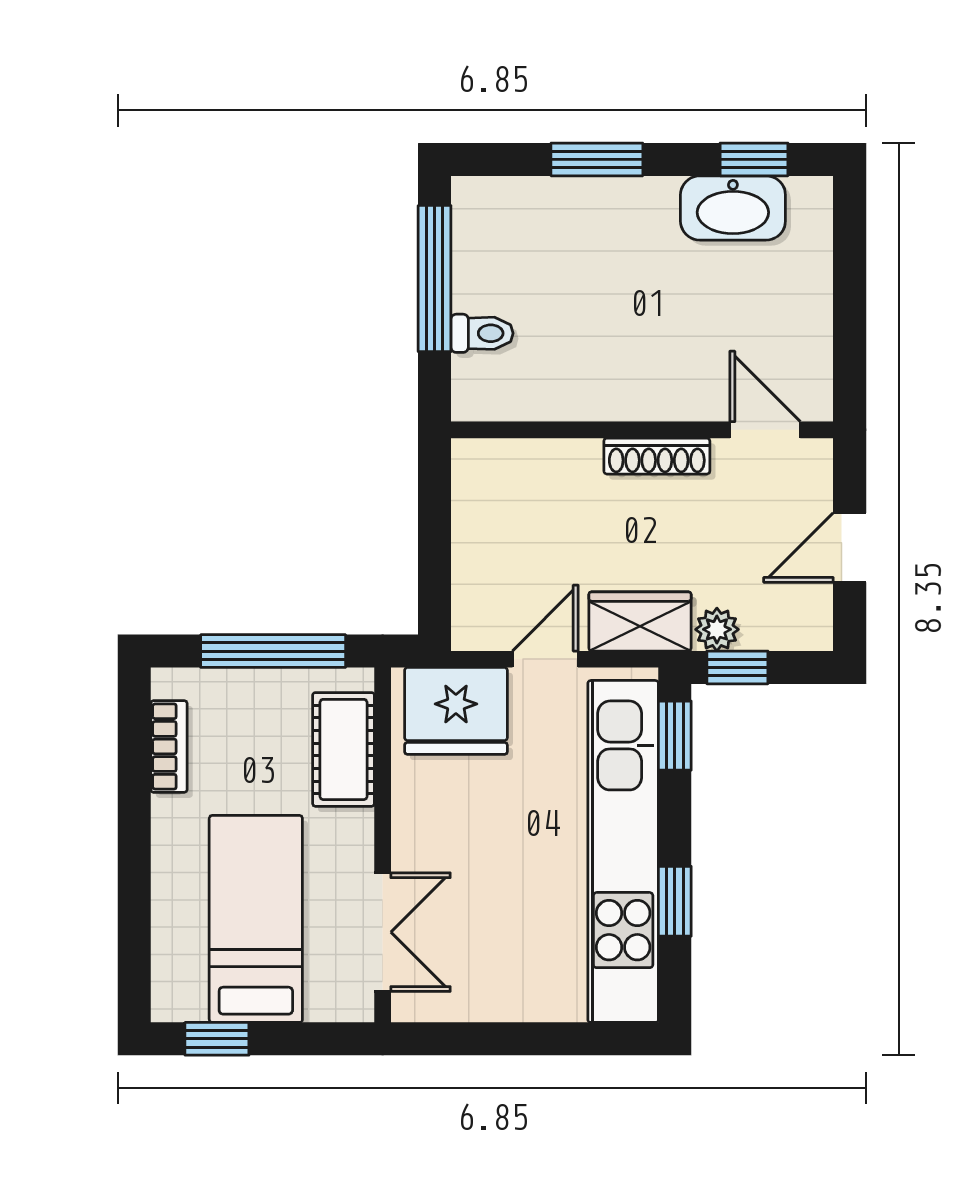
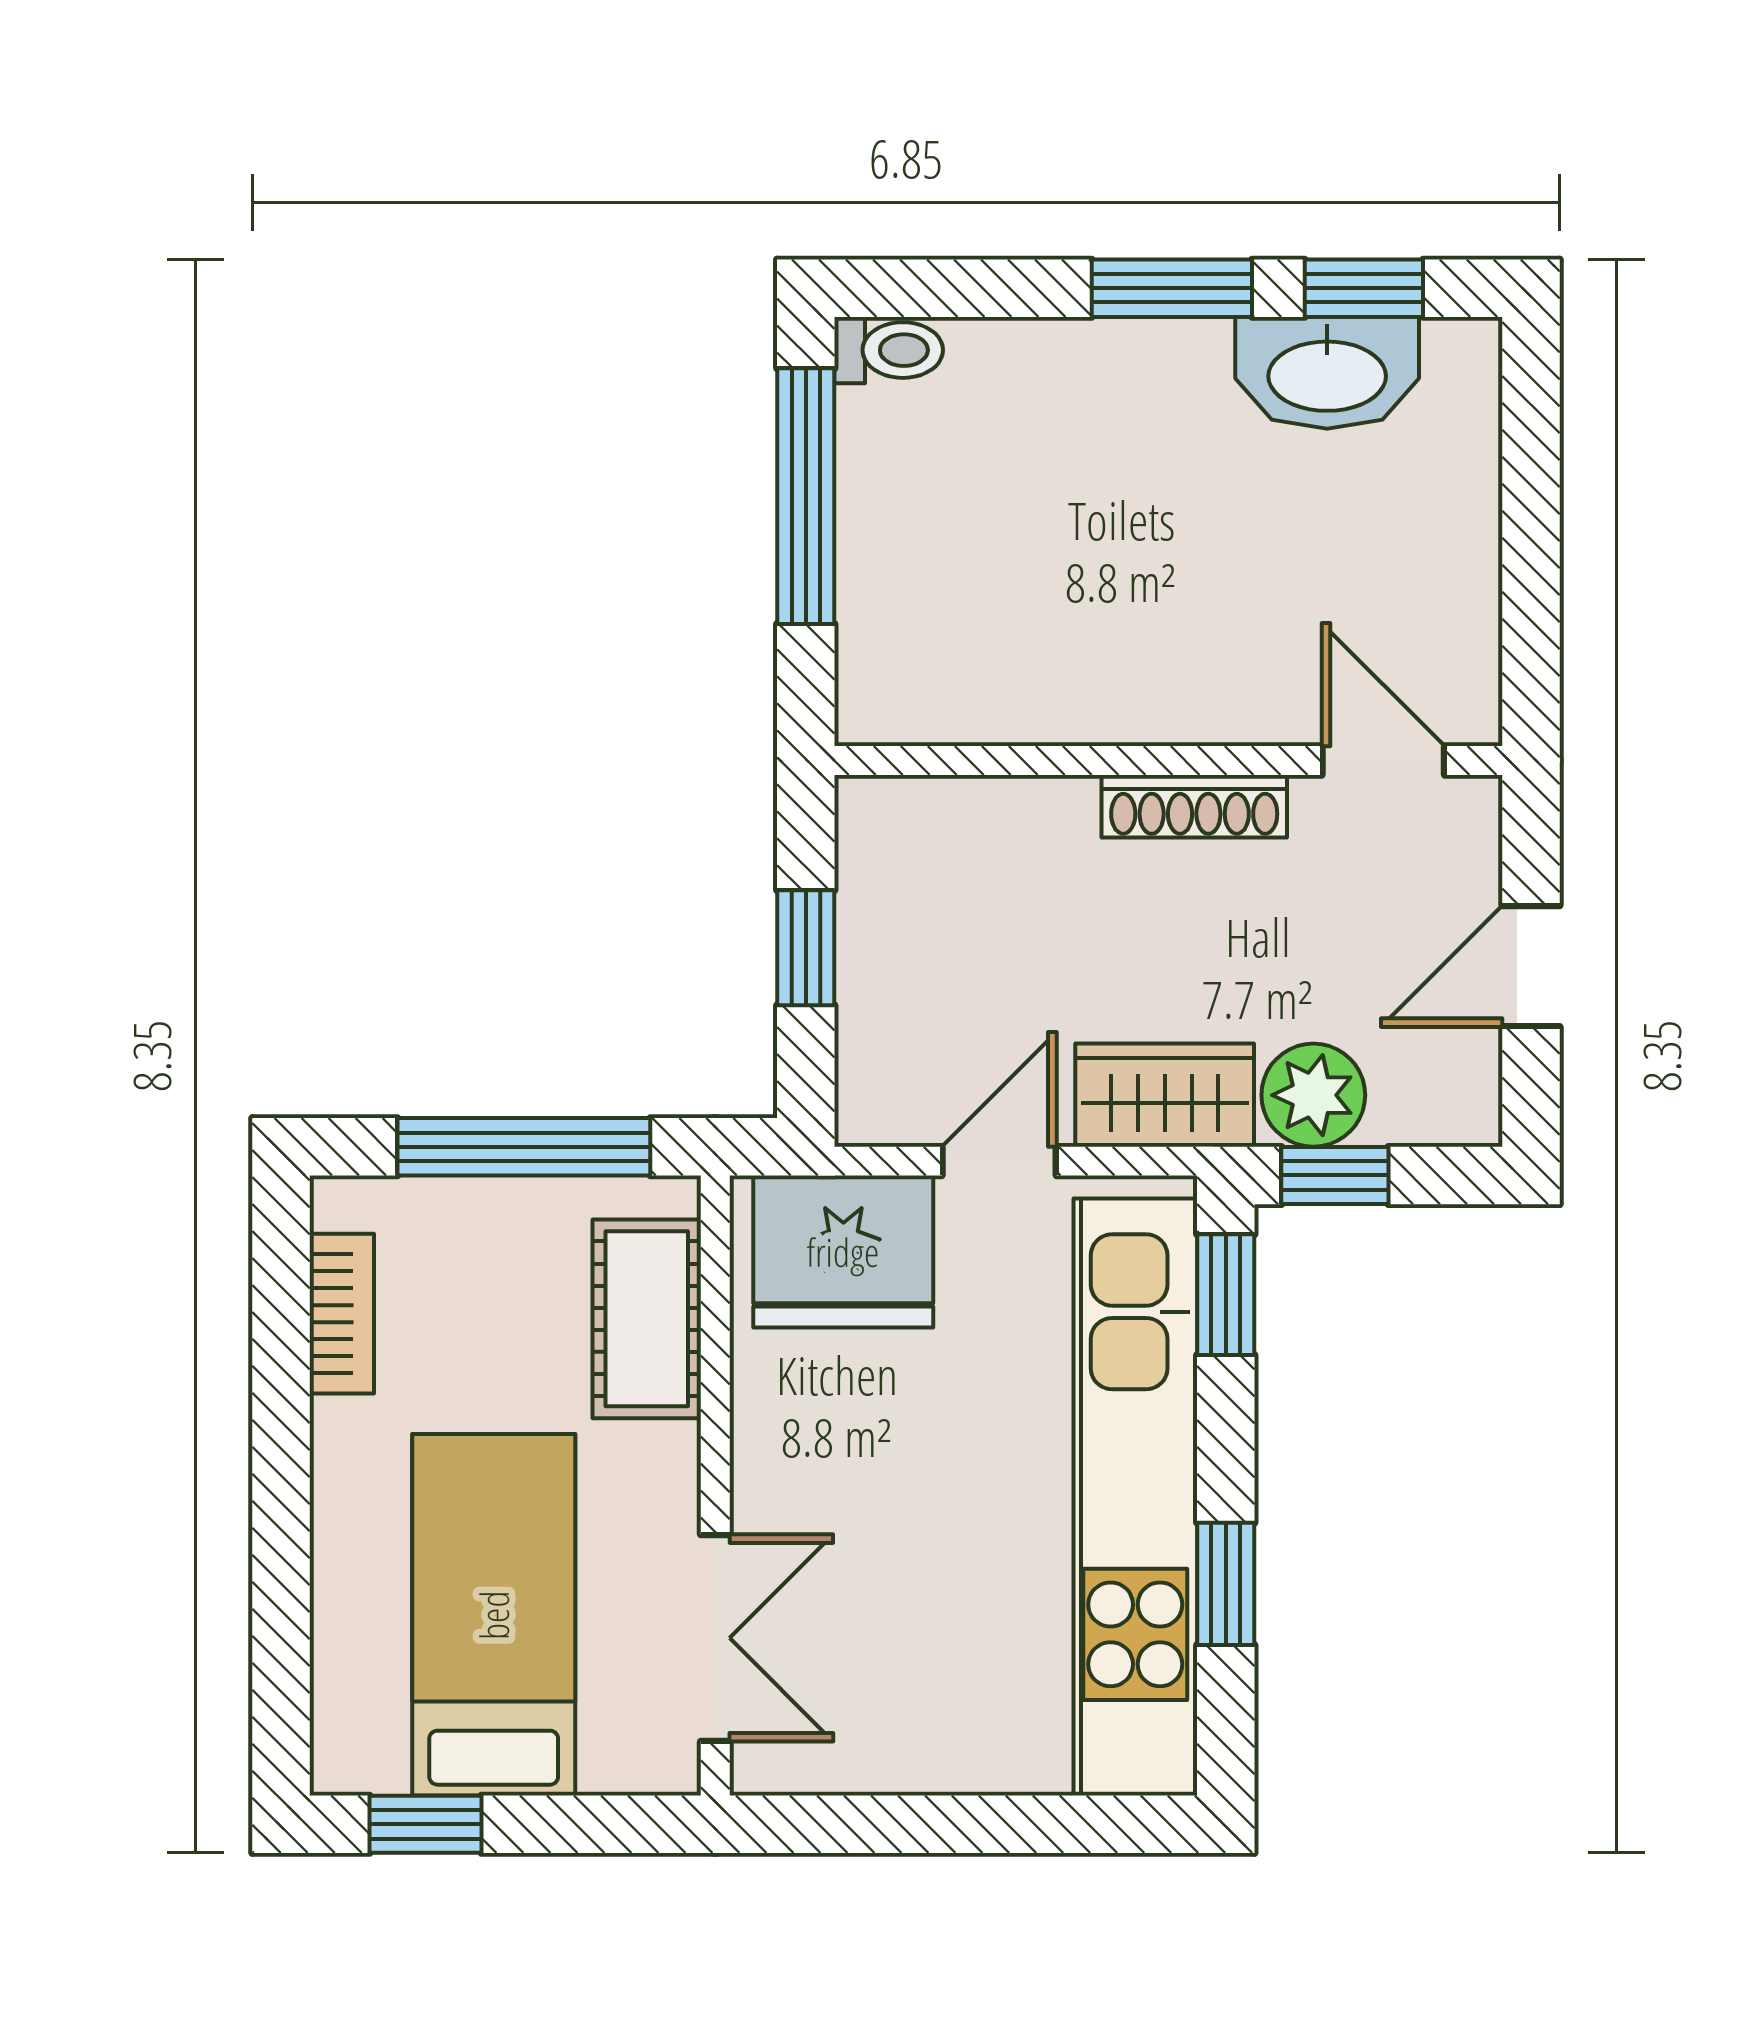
window: (597, 159) -> (1172, 288), moved
toilet: (482, 333) -> (889, 350), moved
window: (435, 537) -> (806, 948), added
plant: (717, 629) -> (1313, 1095), width x1.38, depth x1.38

